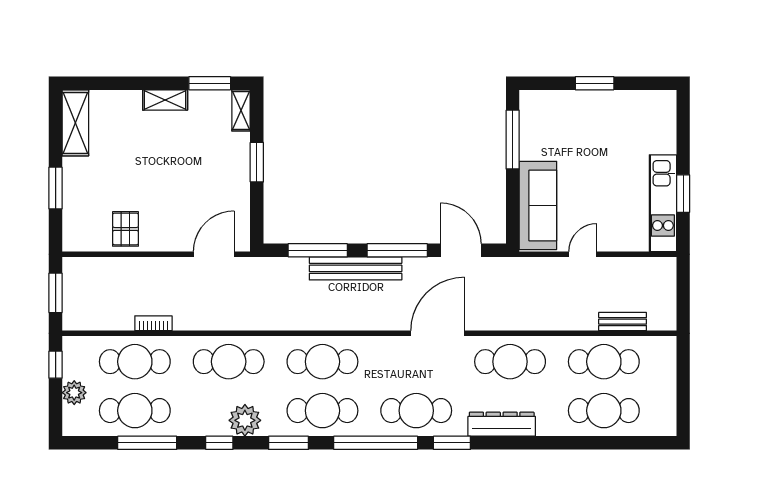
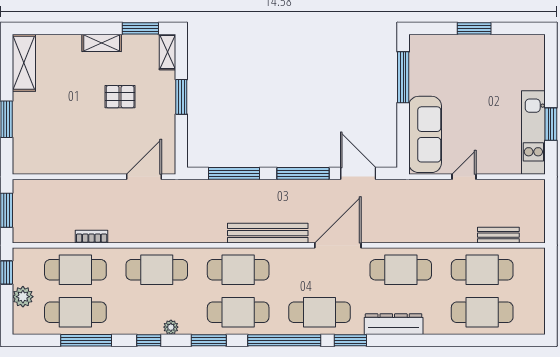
pallet: (126, 229) -> (120, 97), moved, turned 90
bench: (356, 268) -> (268, 233), moved
plant: (245, 420) -> (171, 327), width x0.53, depth x0.53

